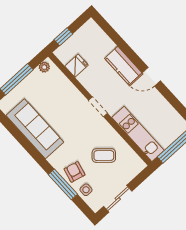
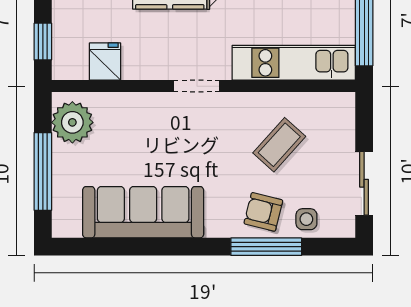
plant: (44, 67) -> (72, 122), width x1.88, depth x1.88

